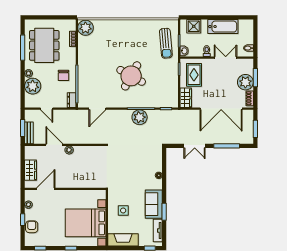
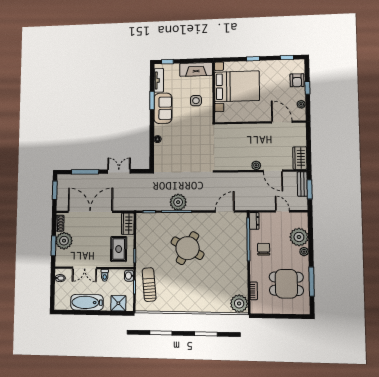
dining table: (44, 45) -> (286, 284), width x0.73
wardrobe: (31, 170) -> (300, 158), moved
door: (46, 189) -> (282, 122), swing flipped

